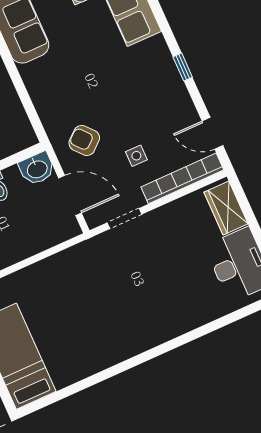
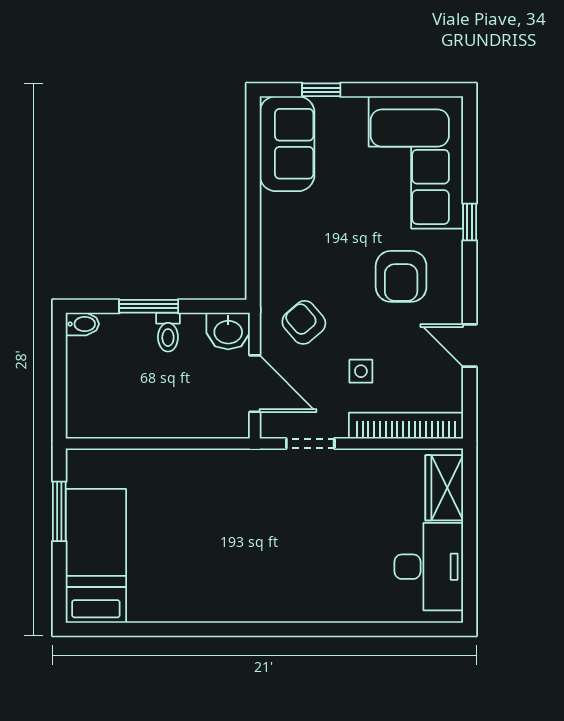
window: (183, 67) -> (470, 222), moved
armchair: (135, 81) -> (401, 276), added
door: (212, 133) -> (470, 346), moved

